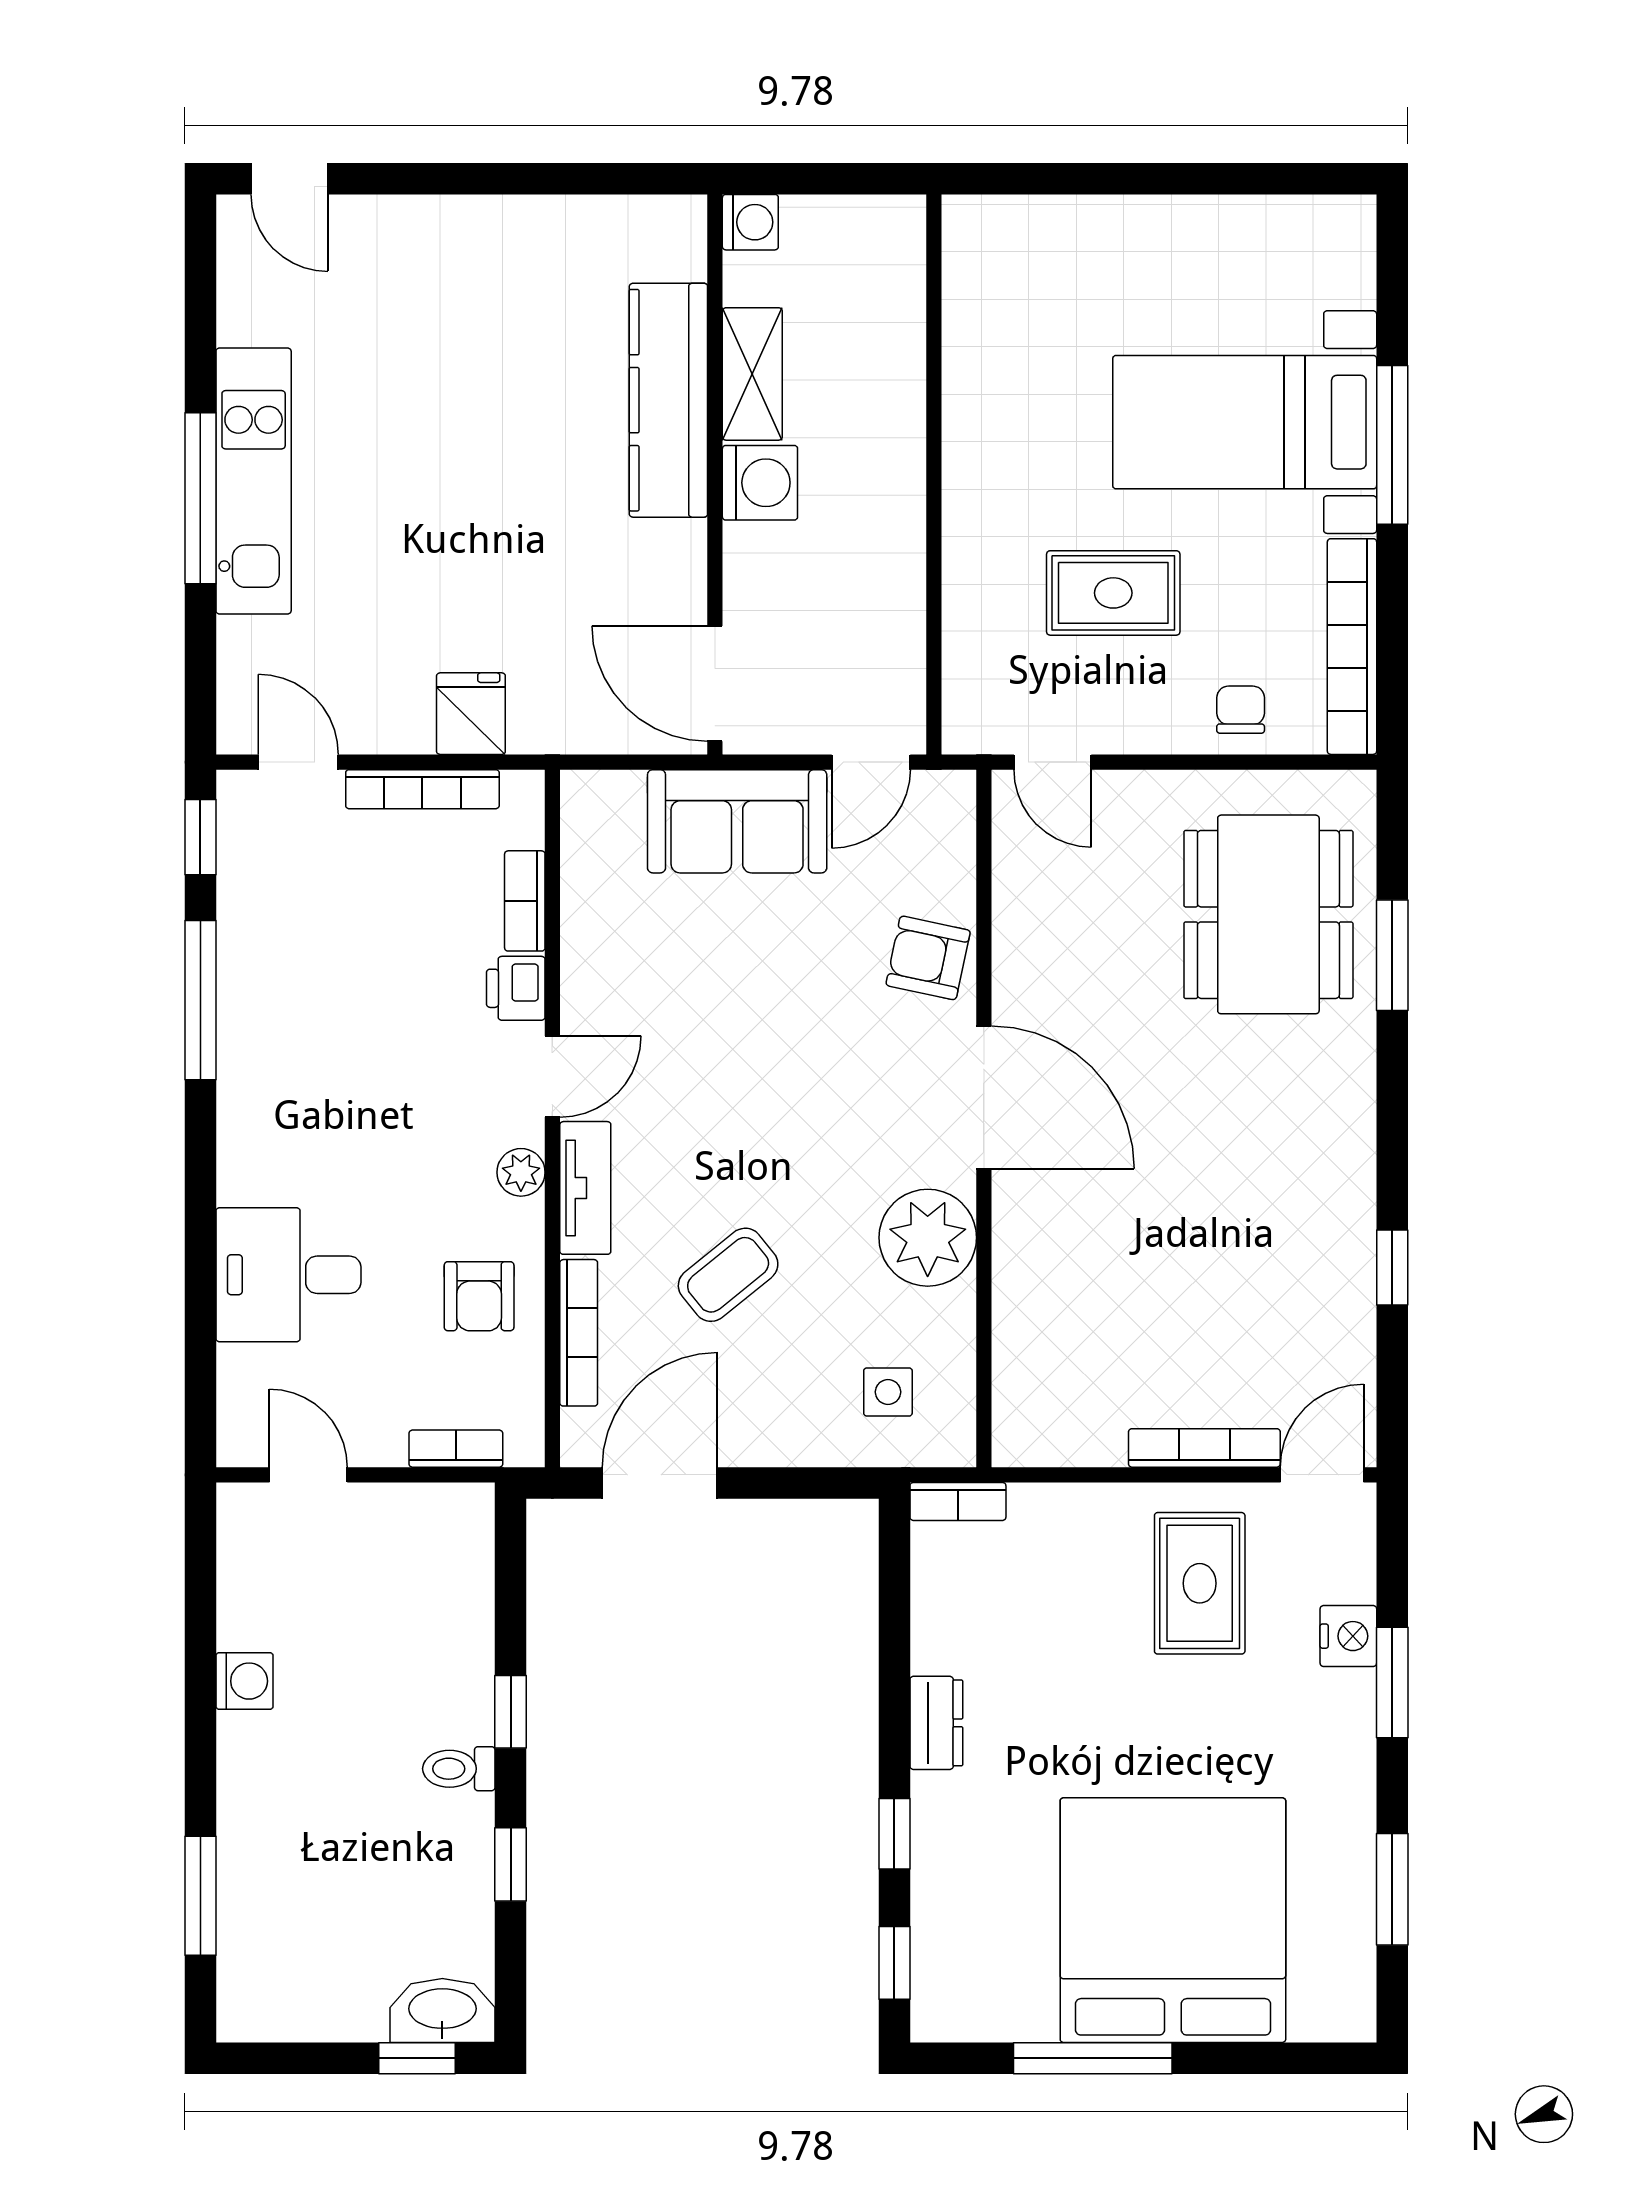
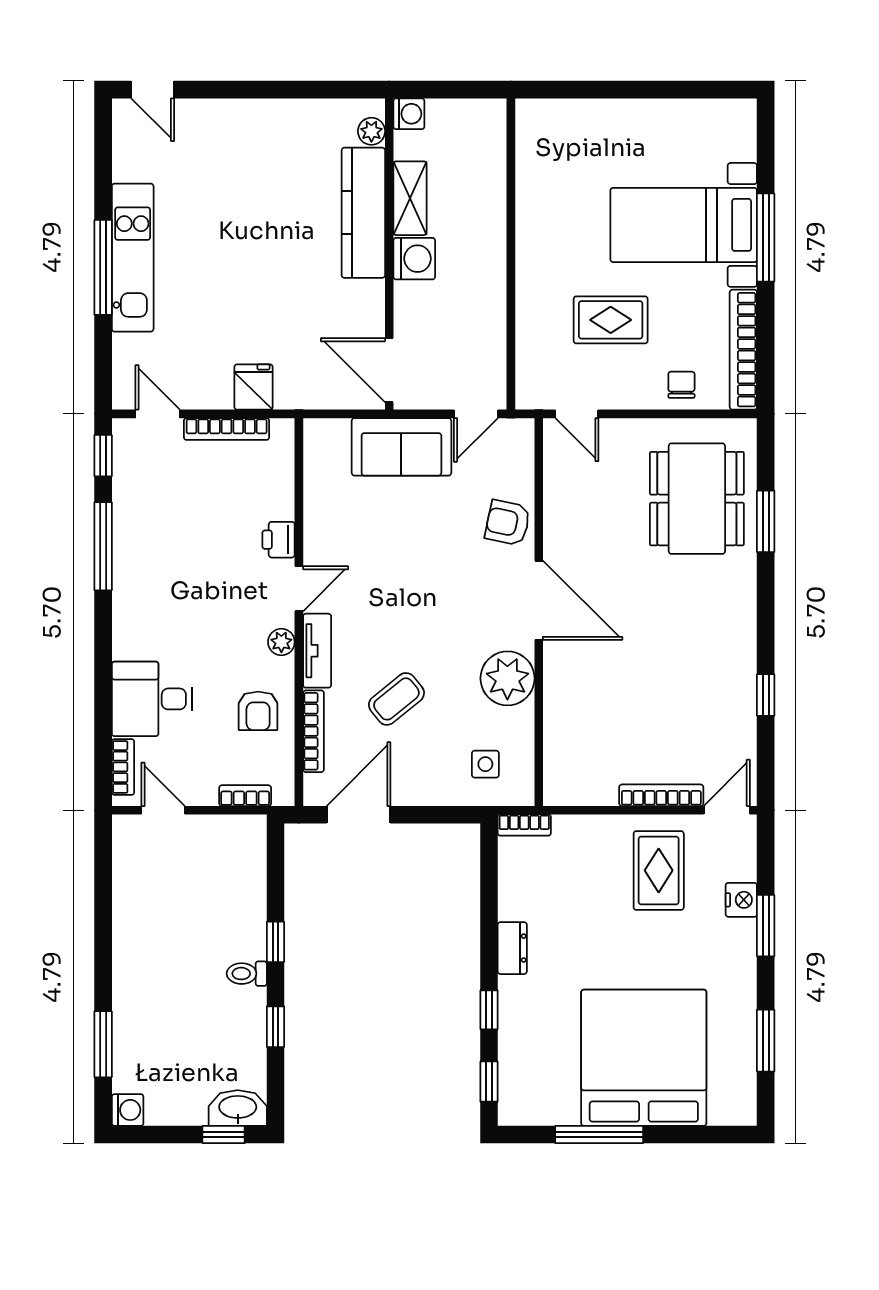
plant: (683, 254) -> (371, 131), added
bookcase: (525, 901) -> (123, 767), moved, turned 180
washing machine: (245, 1681) -> (128, 1110), moved

